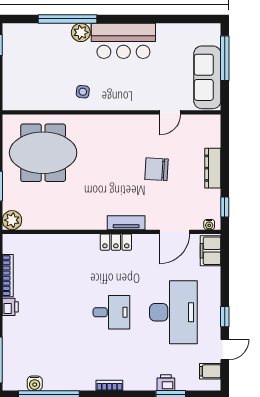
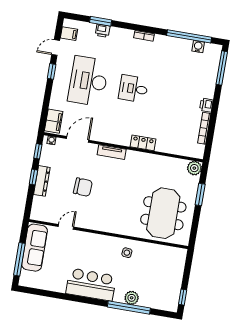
plant: (81, 32) -> (132, 298), moved
meeting table: (43, 153) -> (163, 213), turned 90
window: (225, 171) -> (33, 177), added
locker: (116, 242) -> (143, 143), moved

